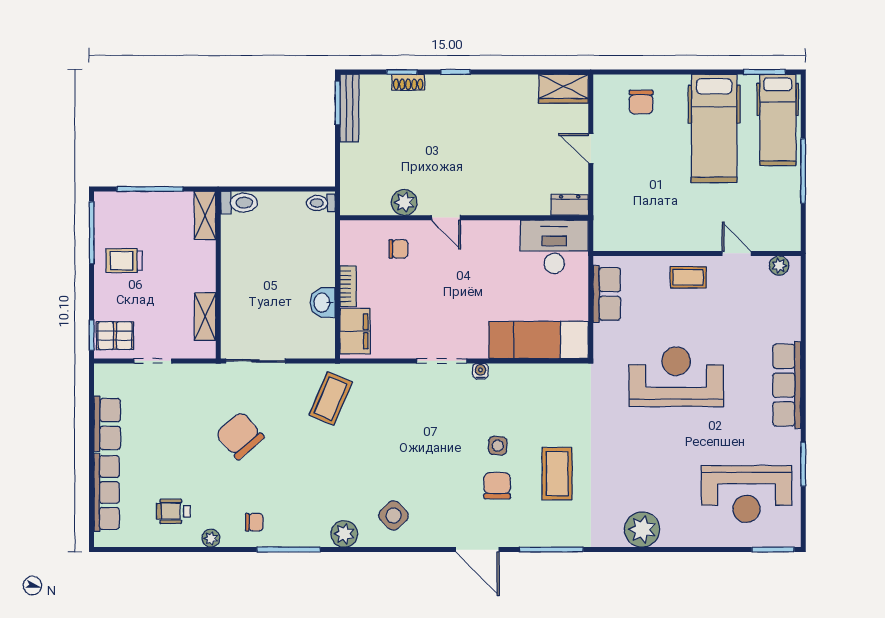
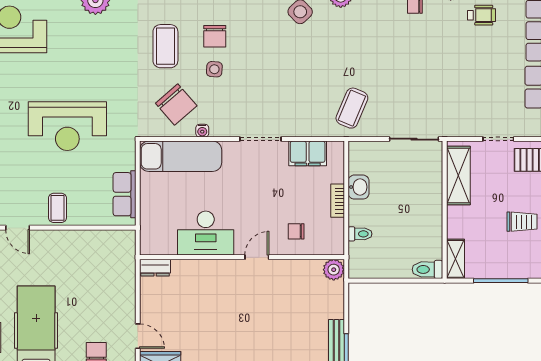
door: (591, 148) -> (138, 336), moved
plant: (404, 202) -> (334, 270), moved
toilet: (321, 203) -> (360, 234), moved
door: (446, 218) -> (257, 257), hinge flipped
desk: (554, 247) -> (206, 233), moved
coffee table: (688, 277) -> (58, 208), turned 90
shelving: (205, 317) -> (458, 175), width x1.50, depth x1.33
filing cabinet: (355, 331) -> (308, 153), moved, turned -90
water cooler: (480, 371) -> (202, 131), moved
chair: (240, 436) -> (176, 105), moved

